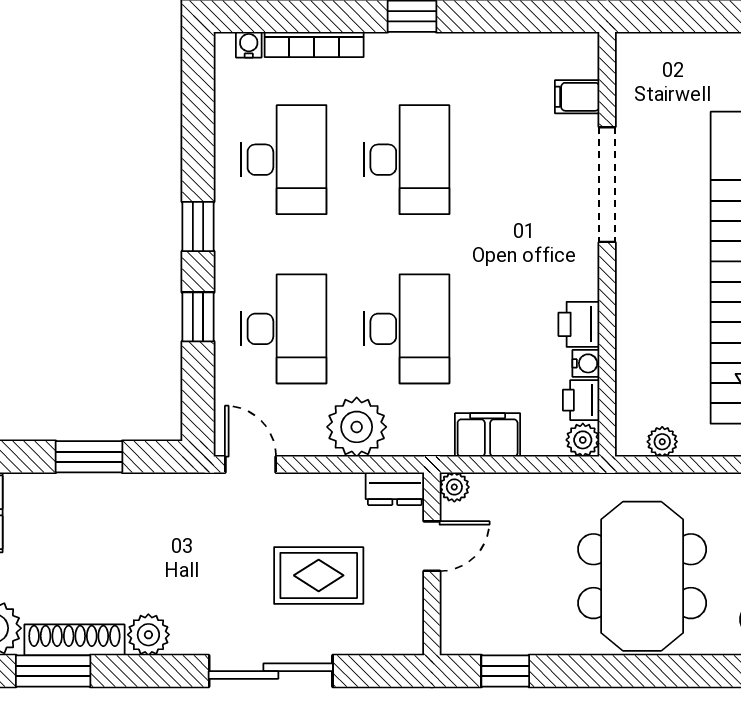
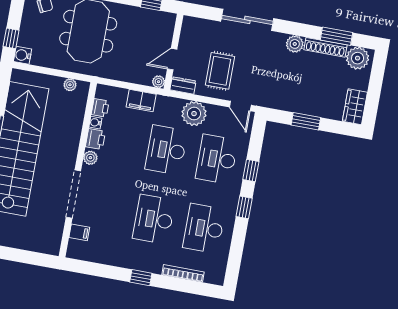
water cooler: (249, 45) -> (210, 278), removed
plant: (583, 440) -> (90, 158), moved
rug: (319, 575) -> (220, 71), moved, turned 90

